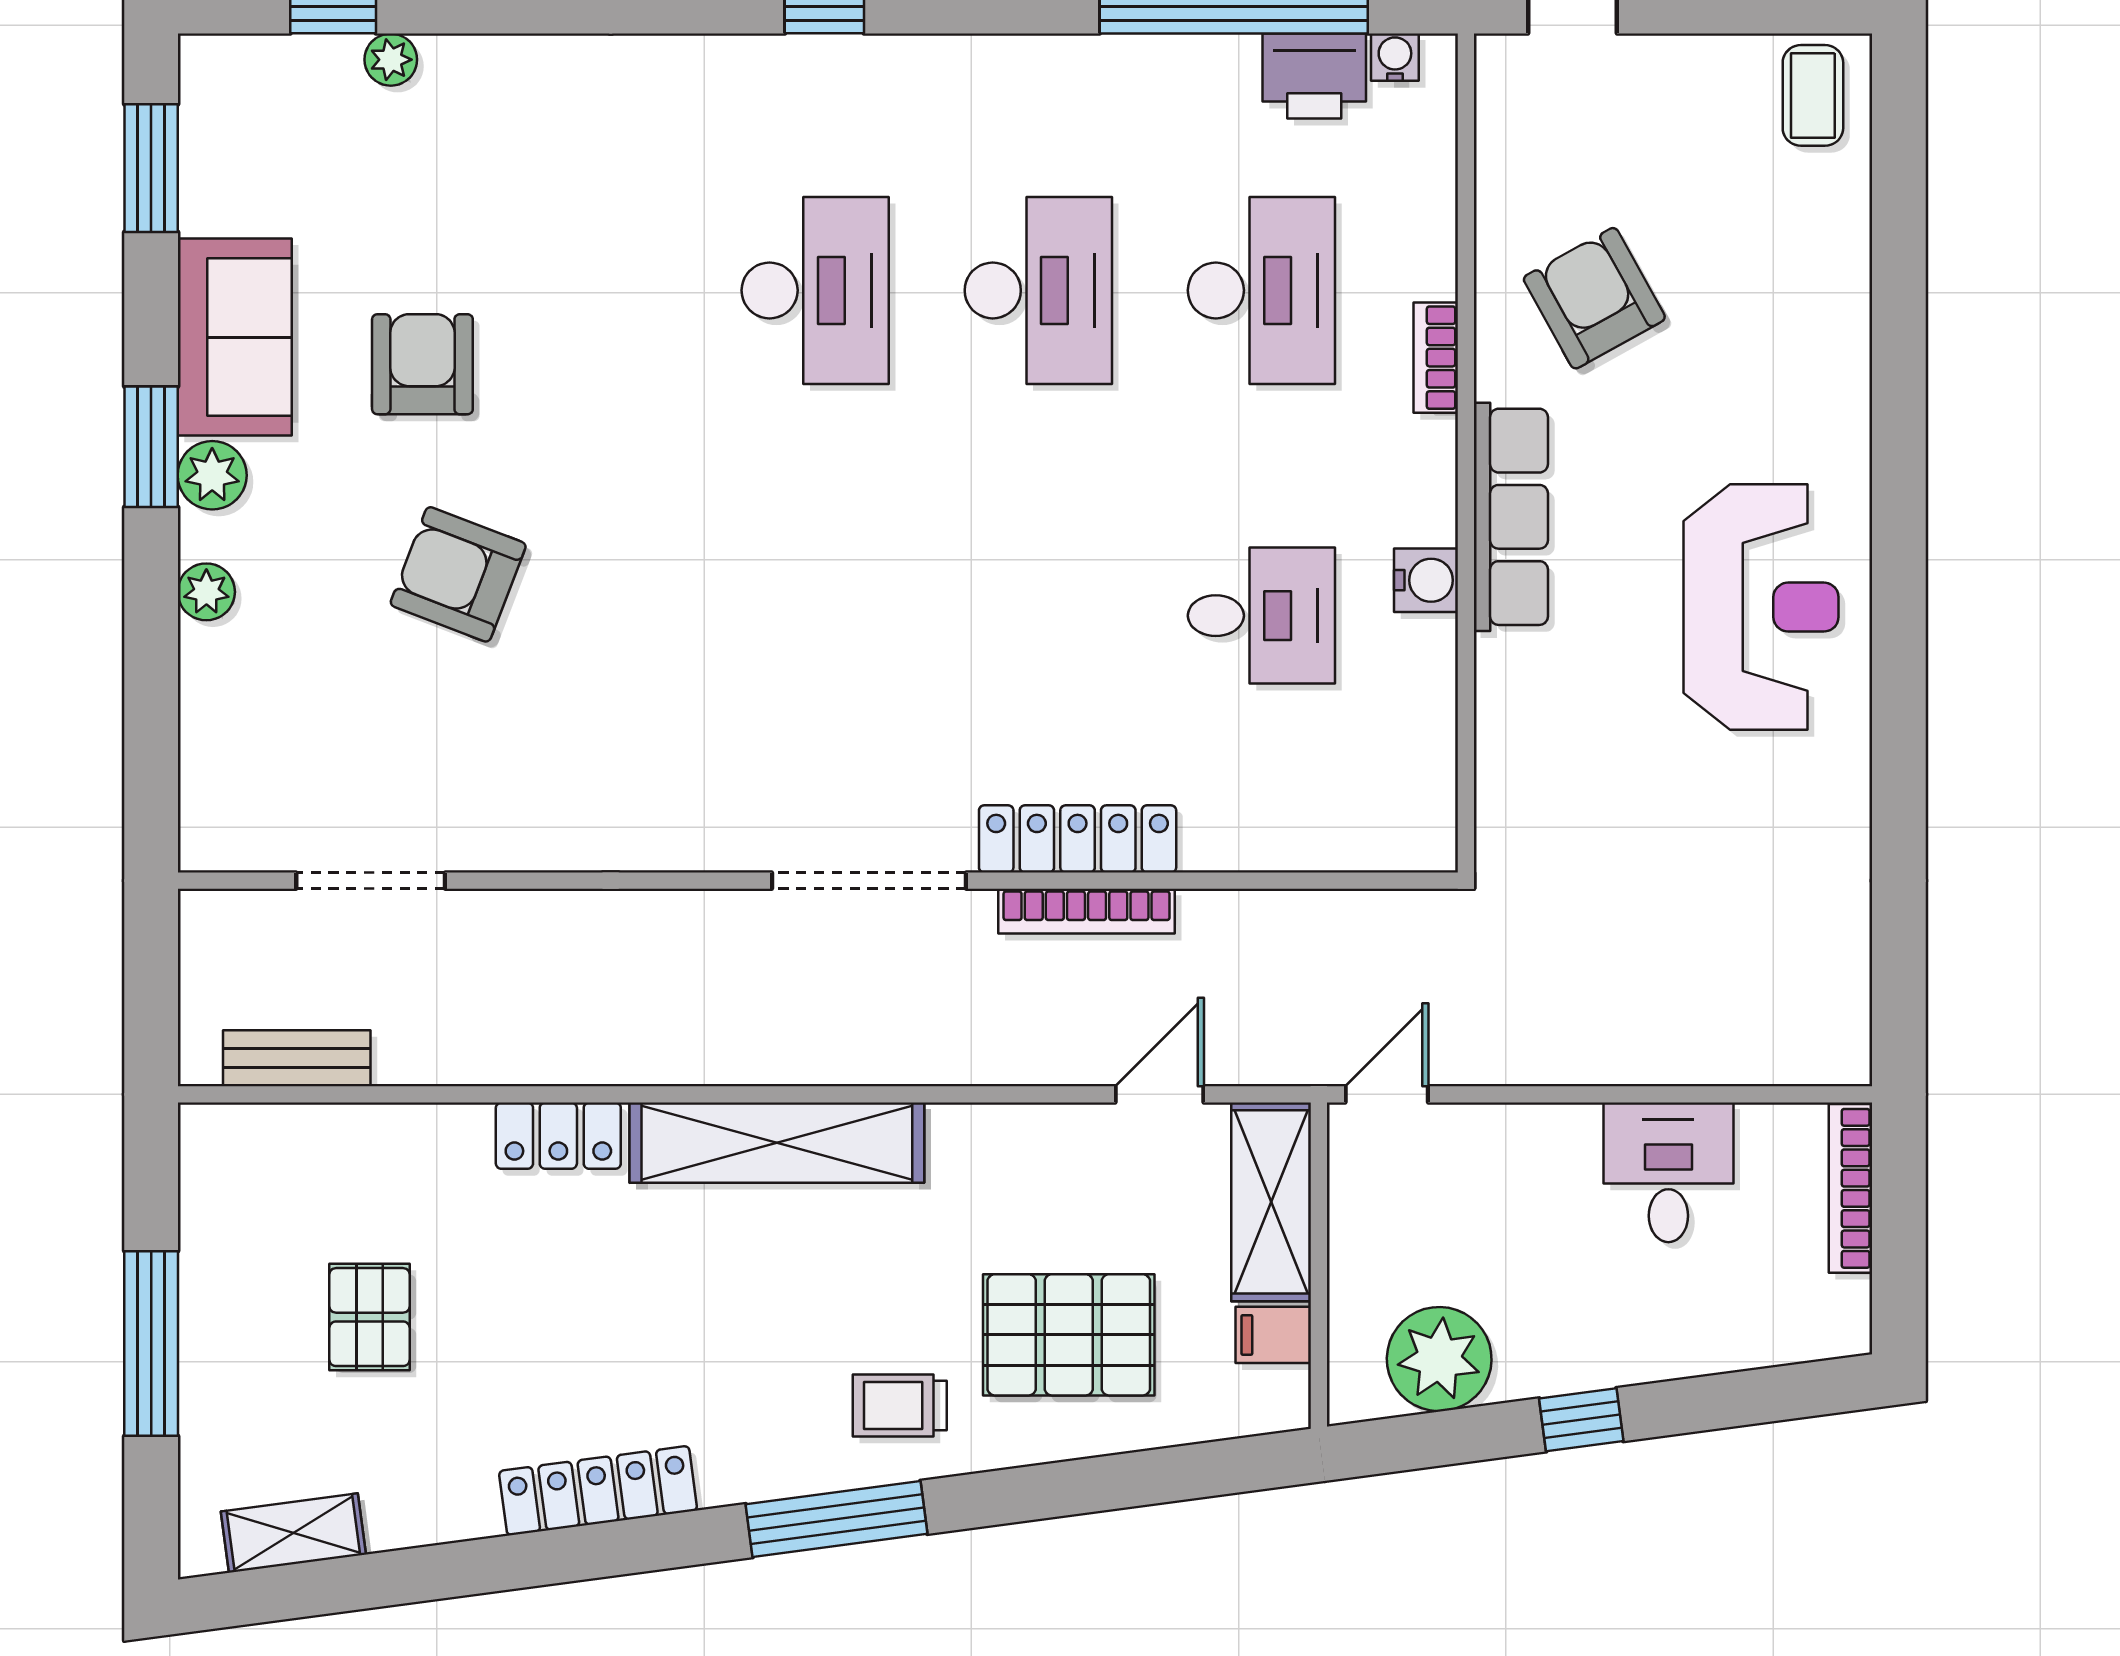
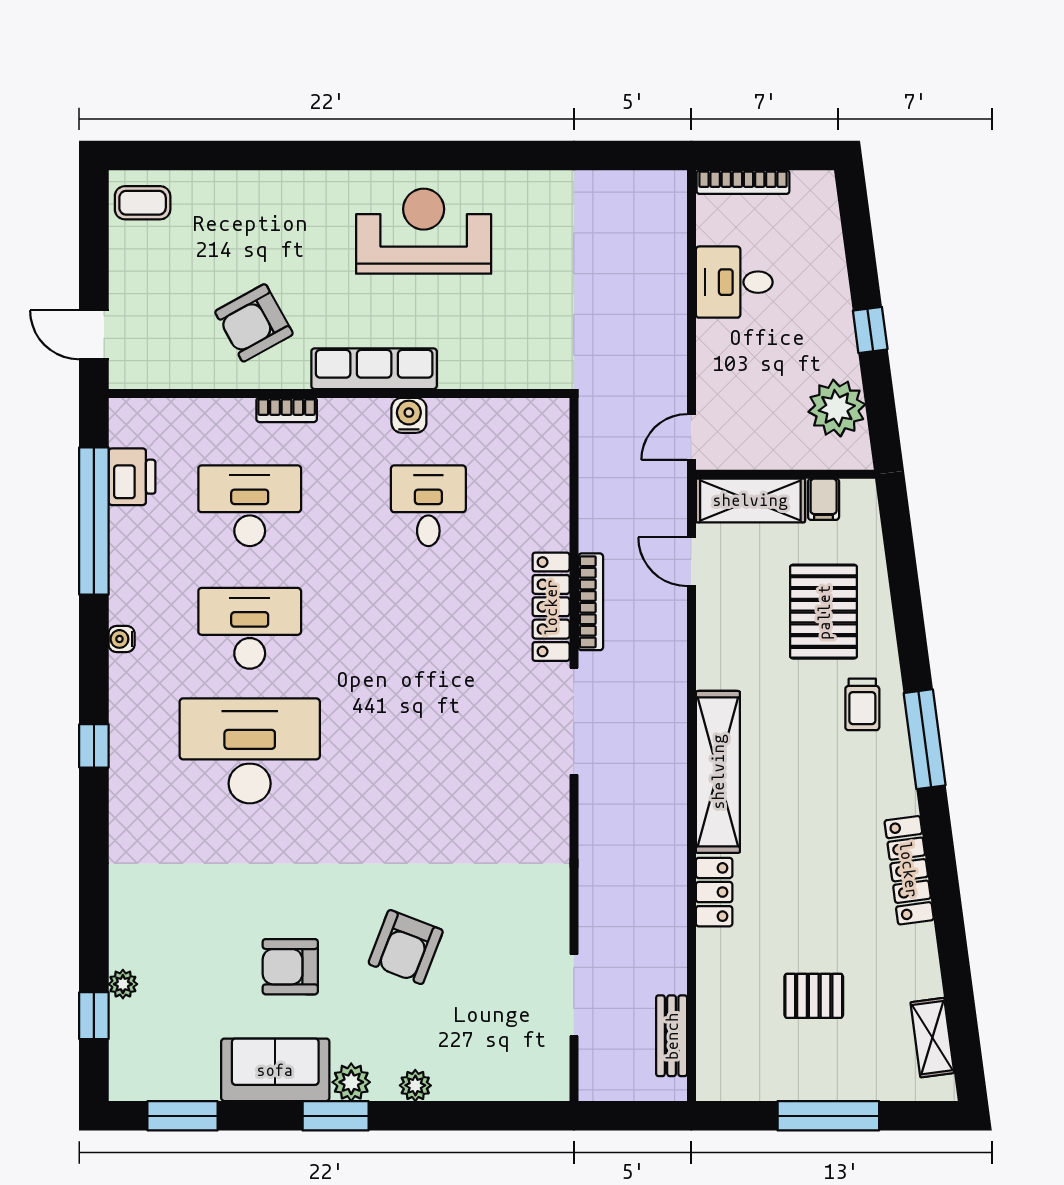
water cooler: (1395, 57) -> (122, 639), moved
desk: (815, 290) -> (250, 751), width x1.36, depth x1.30
door: (1387, 1094) -> (691, 437), hinge flipped

